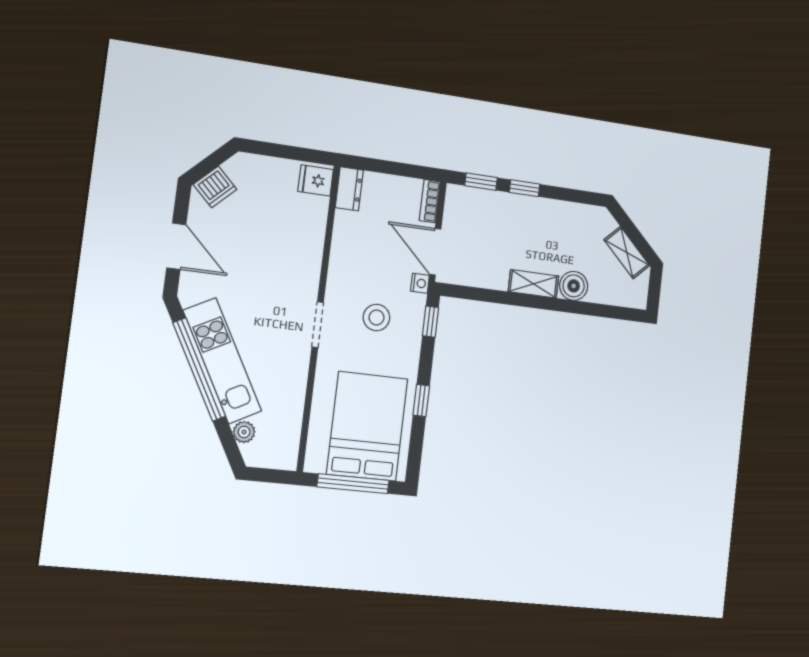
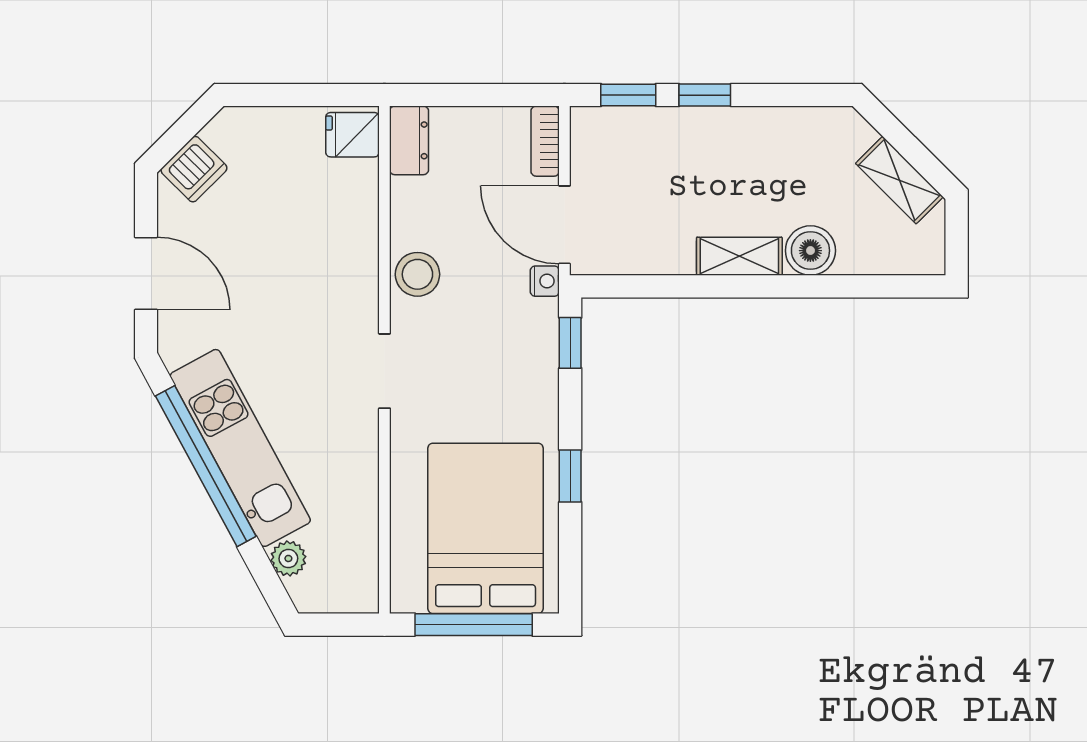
stool: (377, 317) -> (417, 274), moved

